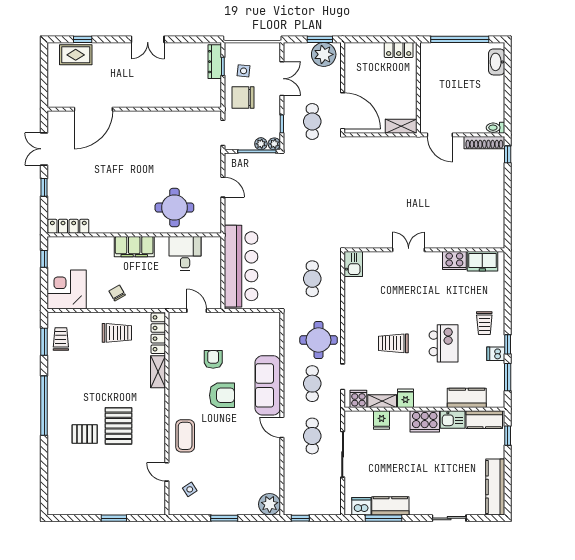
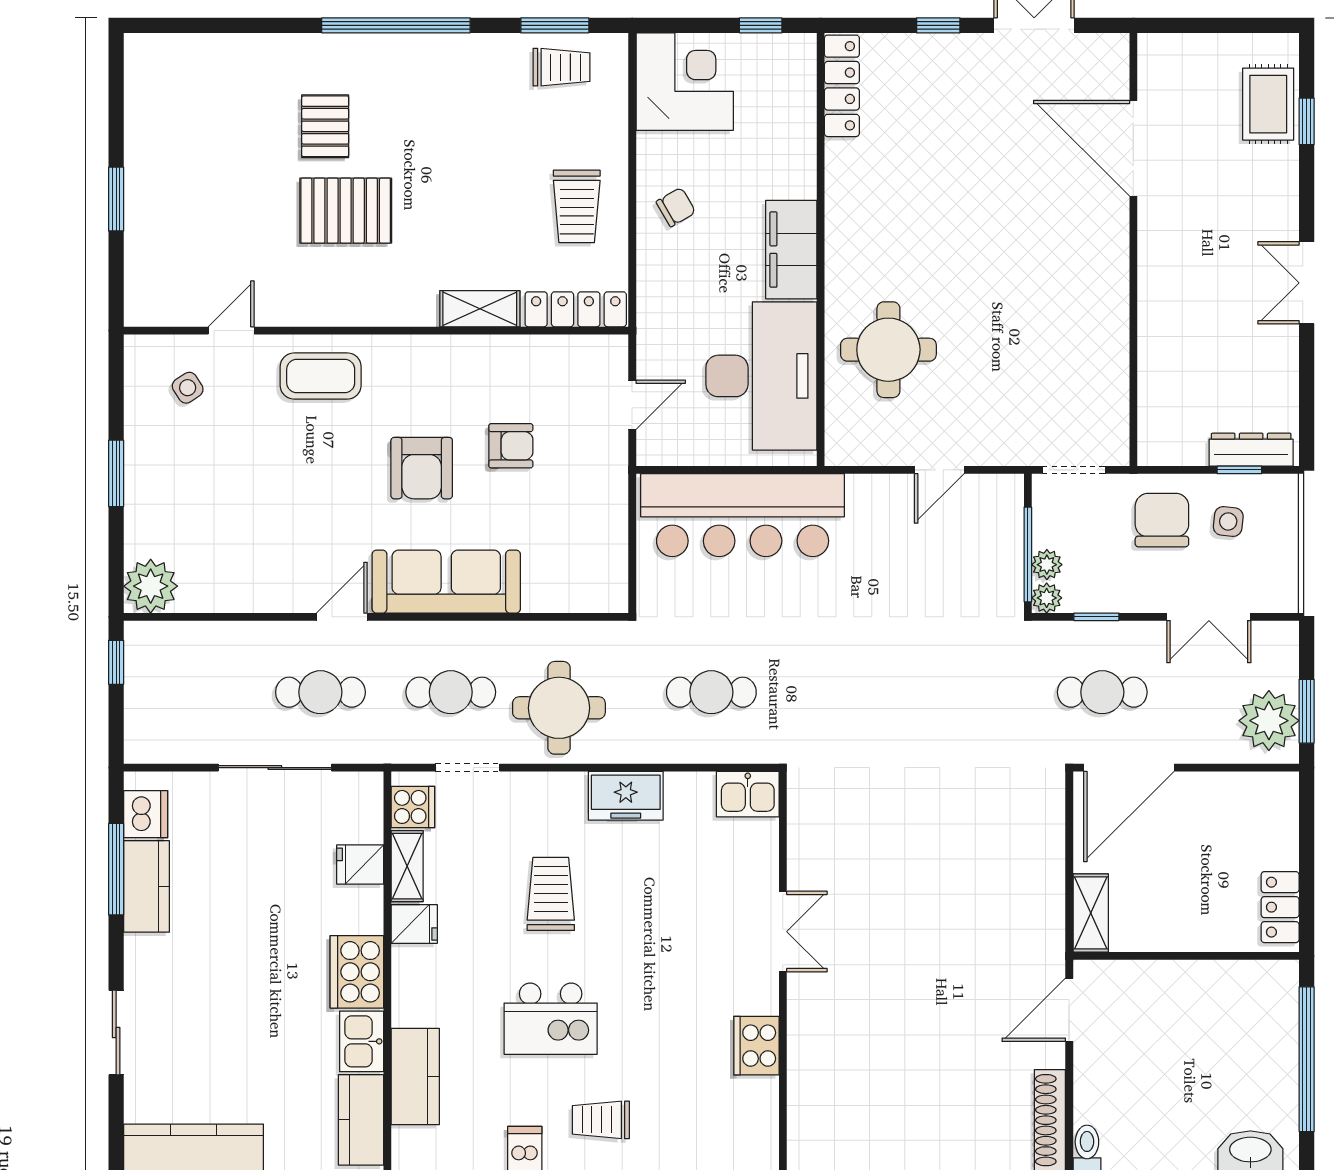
desk: (185, 253) -> (761, 376), width x1.87, depth x1.30
freezer: (482, 261) -> (626, 796), moved, turned -90

